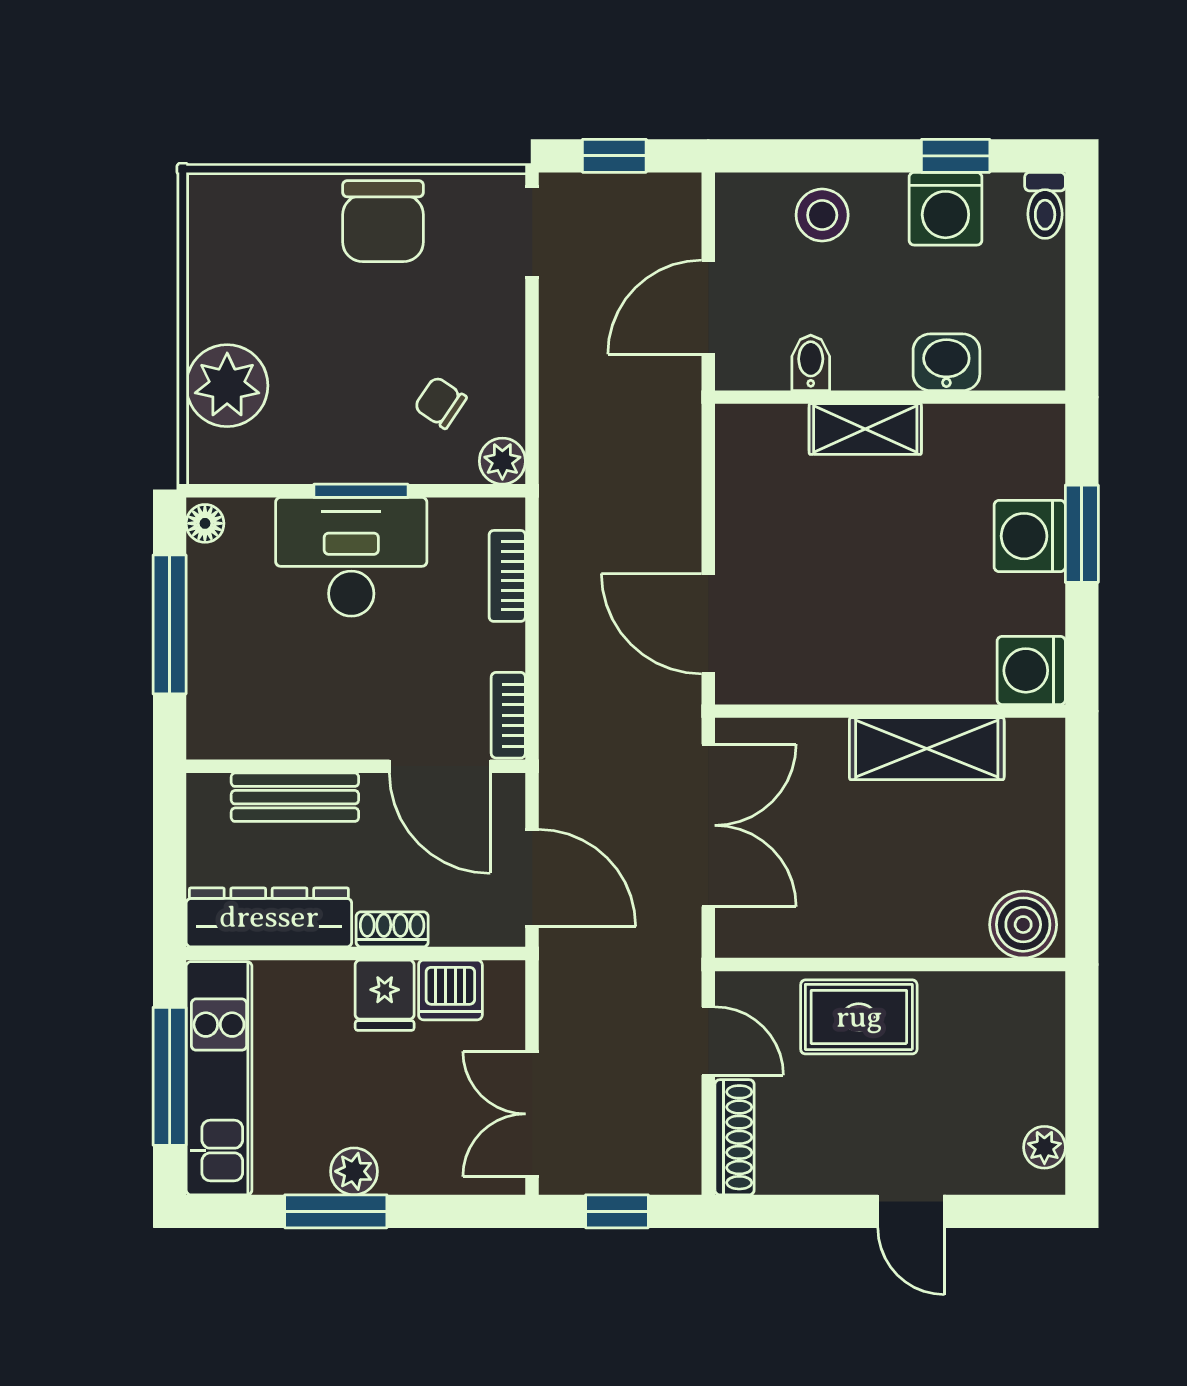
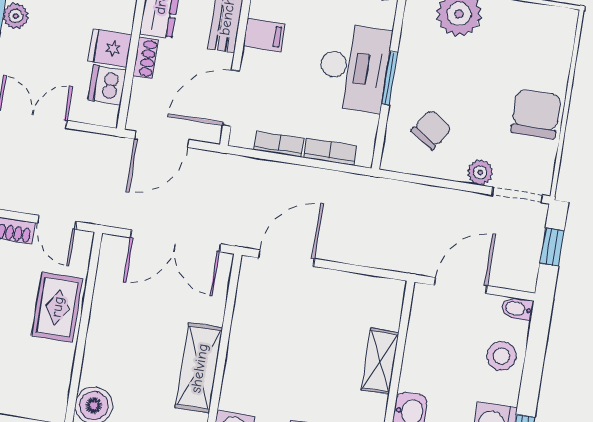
chair: (383, 221) -> (536, 114), turned 90
door: (708, 307) -> (461, 285), hinge flipped
bidet: (811, 363) -> (517, 309), moved, turned 180
chair: (440, 403) -> (431, 130), width x1.37, depth x1.37
plant: (502, 461) -> (480, 172), moved
bookcase: (508, 715) -> (279, 144), moved
filing cabinet: (318, 725) -> (264, 35), added
door: (708, 1041) -> (57, 222), hinge flipped

